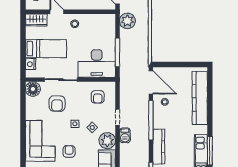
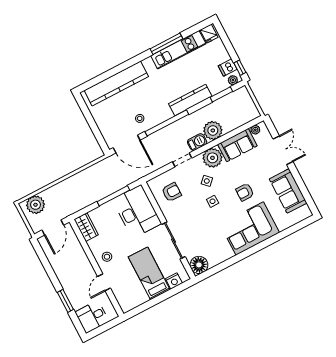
wardrobe: (36, 20) -> (86, 227), moved
plant: (127, 21) -> (213, 130), moved
door: (151, 82) -> (127, 144), swing flipped
armchair: (57, 104) -> (201, 231), removed

